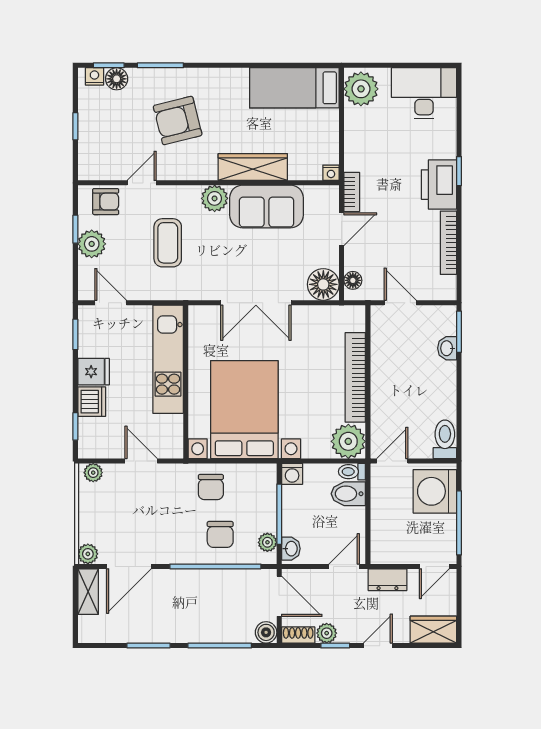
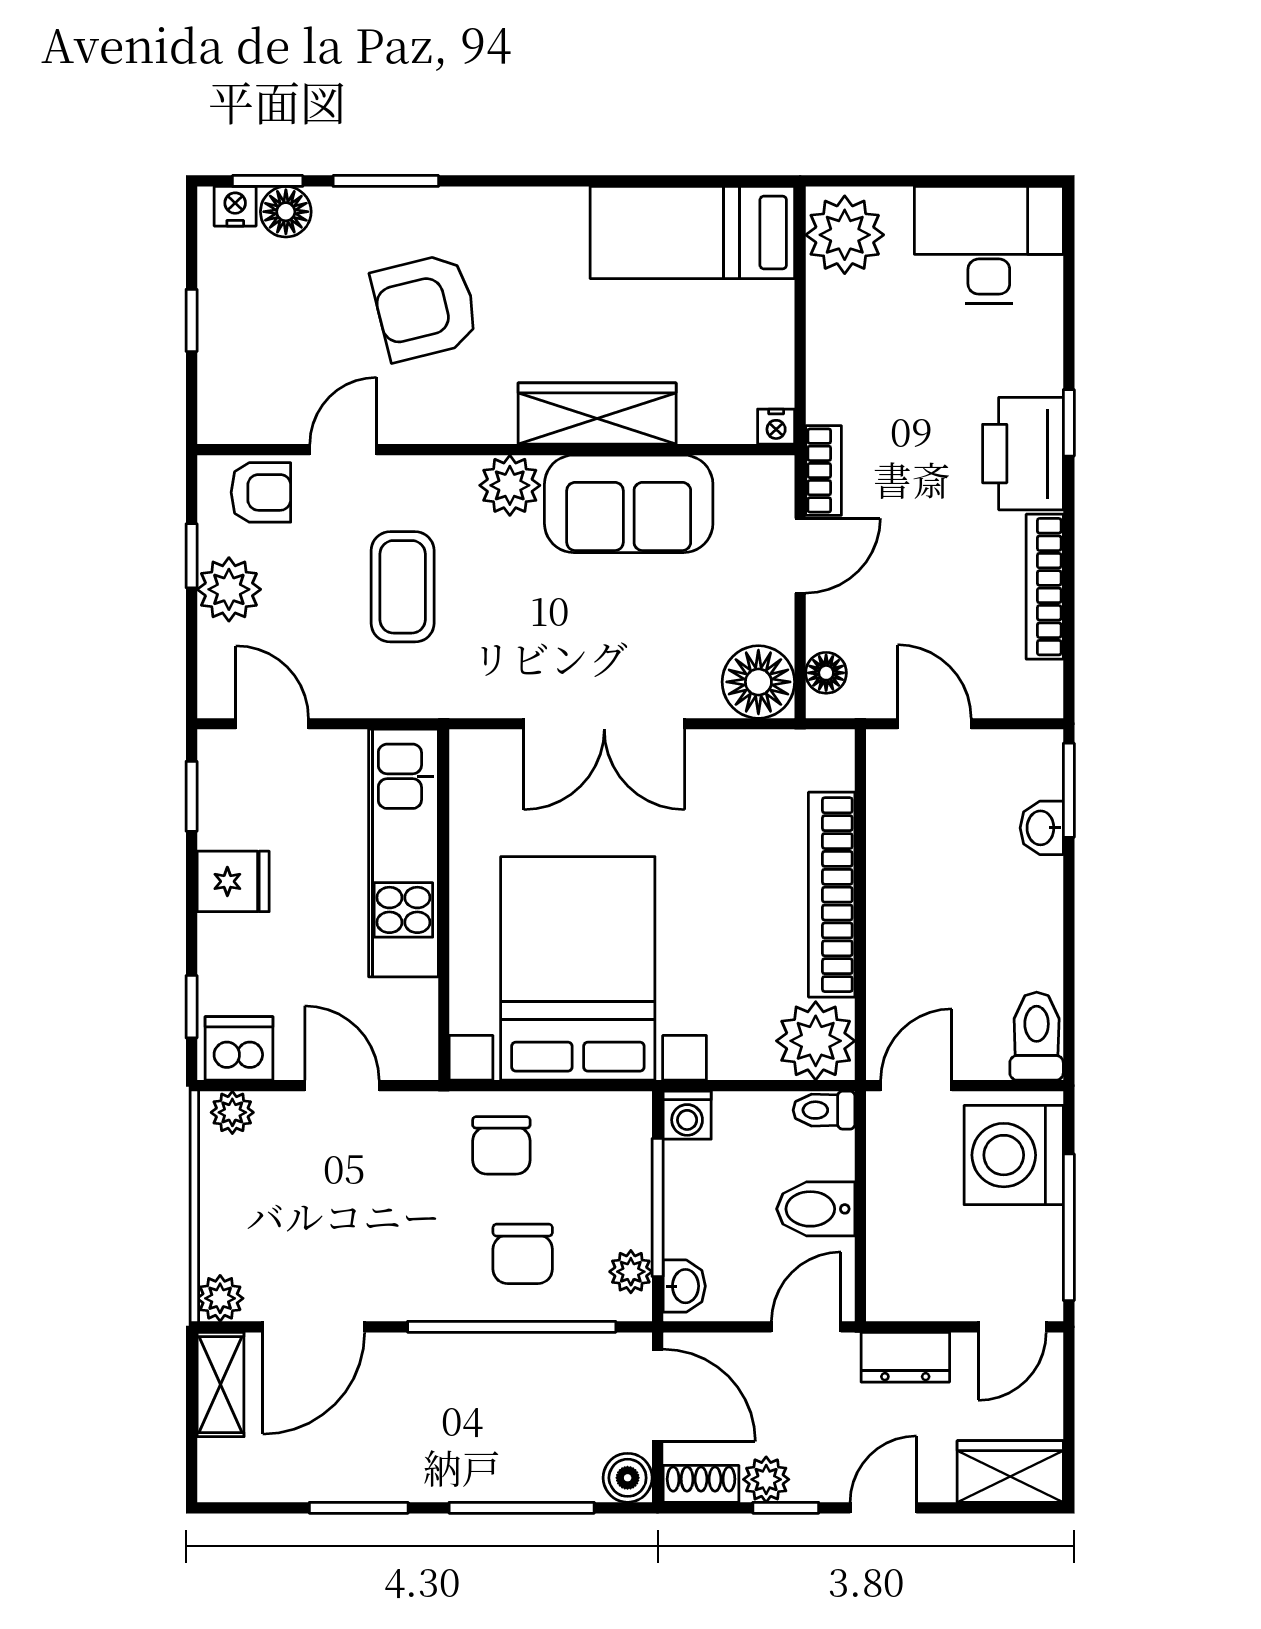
dishwasher: (92, 402) -> (239, 1048), moved, turned -90
bidet: (348, 494) -> (816, 1209), moved

